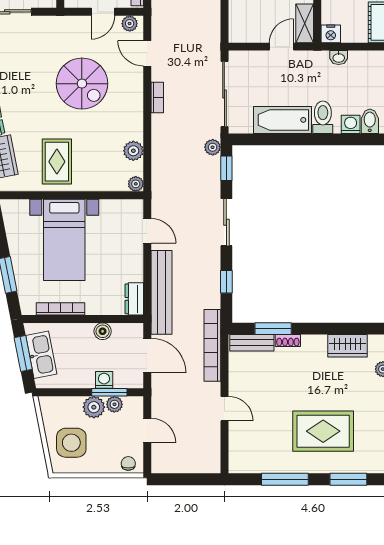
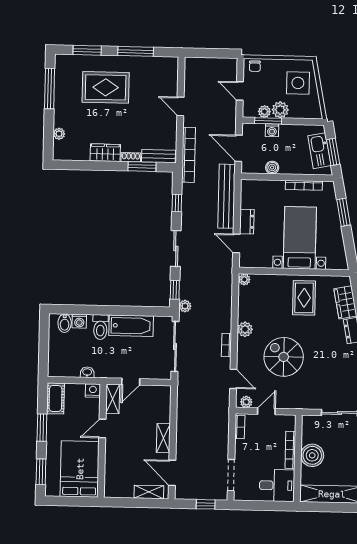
plant: (133, 151) -> (245, 329), moved
dresser: (134, 299) -> (247, 222), moved
wardrobe: (348, 346) -> (105, 153), moved

